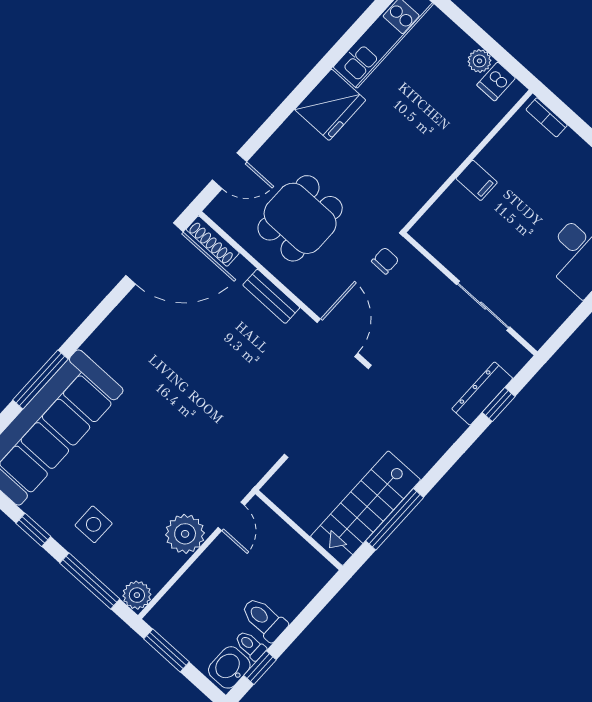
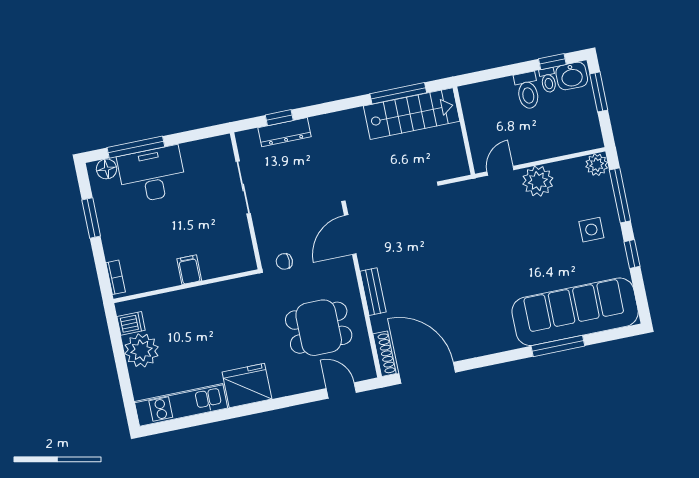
plant: (479, 61) -> (141, 350), width x1.88, depth x1.88
window: (166, 650) -> (599, 92), moved

